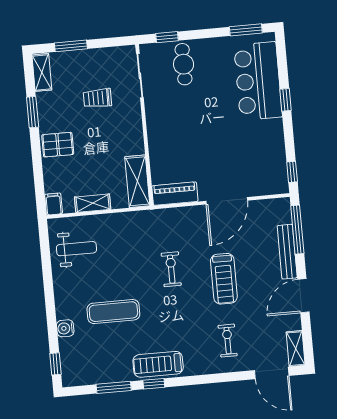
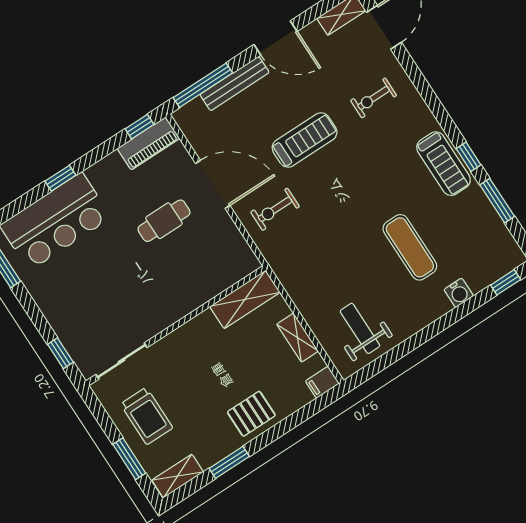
cafe table: (184, 64) -> (164, 221), moved
trolley: (97, 98) -> (147, 416), moved, width x1.36, depth x1.39
pallet: (58, 145) -> (251, 414), turned 90
piano: (175, 194) -> (148, 143), moved, turned -90
exercise bike: (171, 269) -> (275, 209), moved

